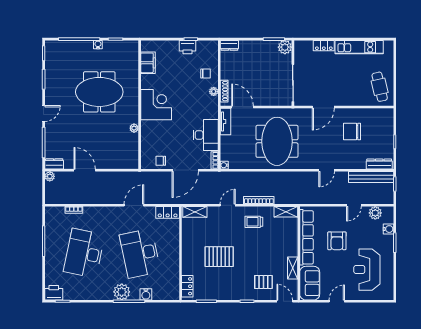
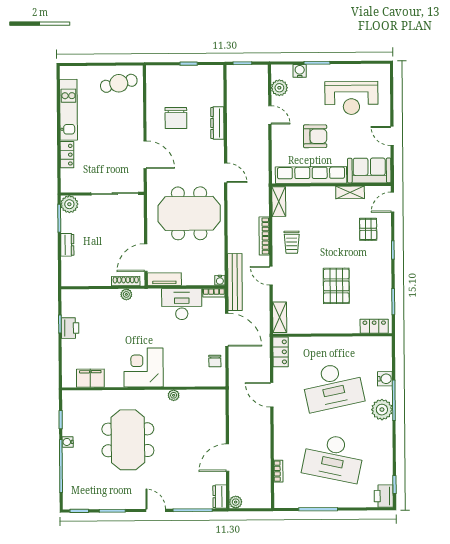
dresser: (229, 45) -> (67, 245), moved
chair: (206, 74) -> (104, 305), removed
dresser: (379, 164) -> (217, 123), moved
door: (327, 170) -> (226, 173), moved
bench: (371, 177) -> (235, 282), moved

